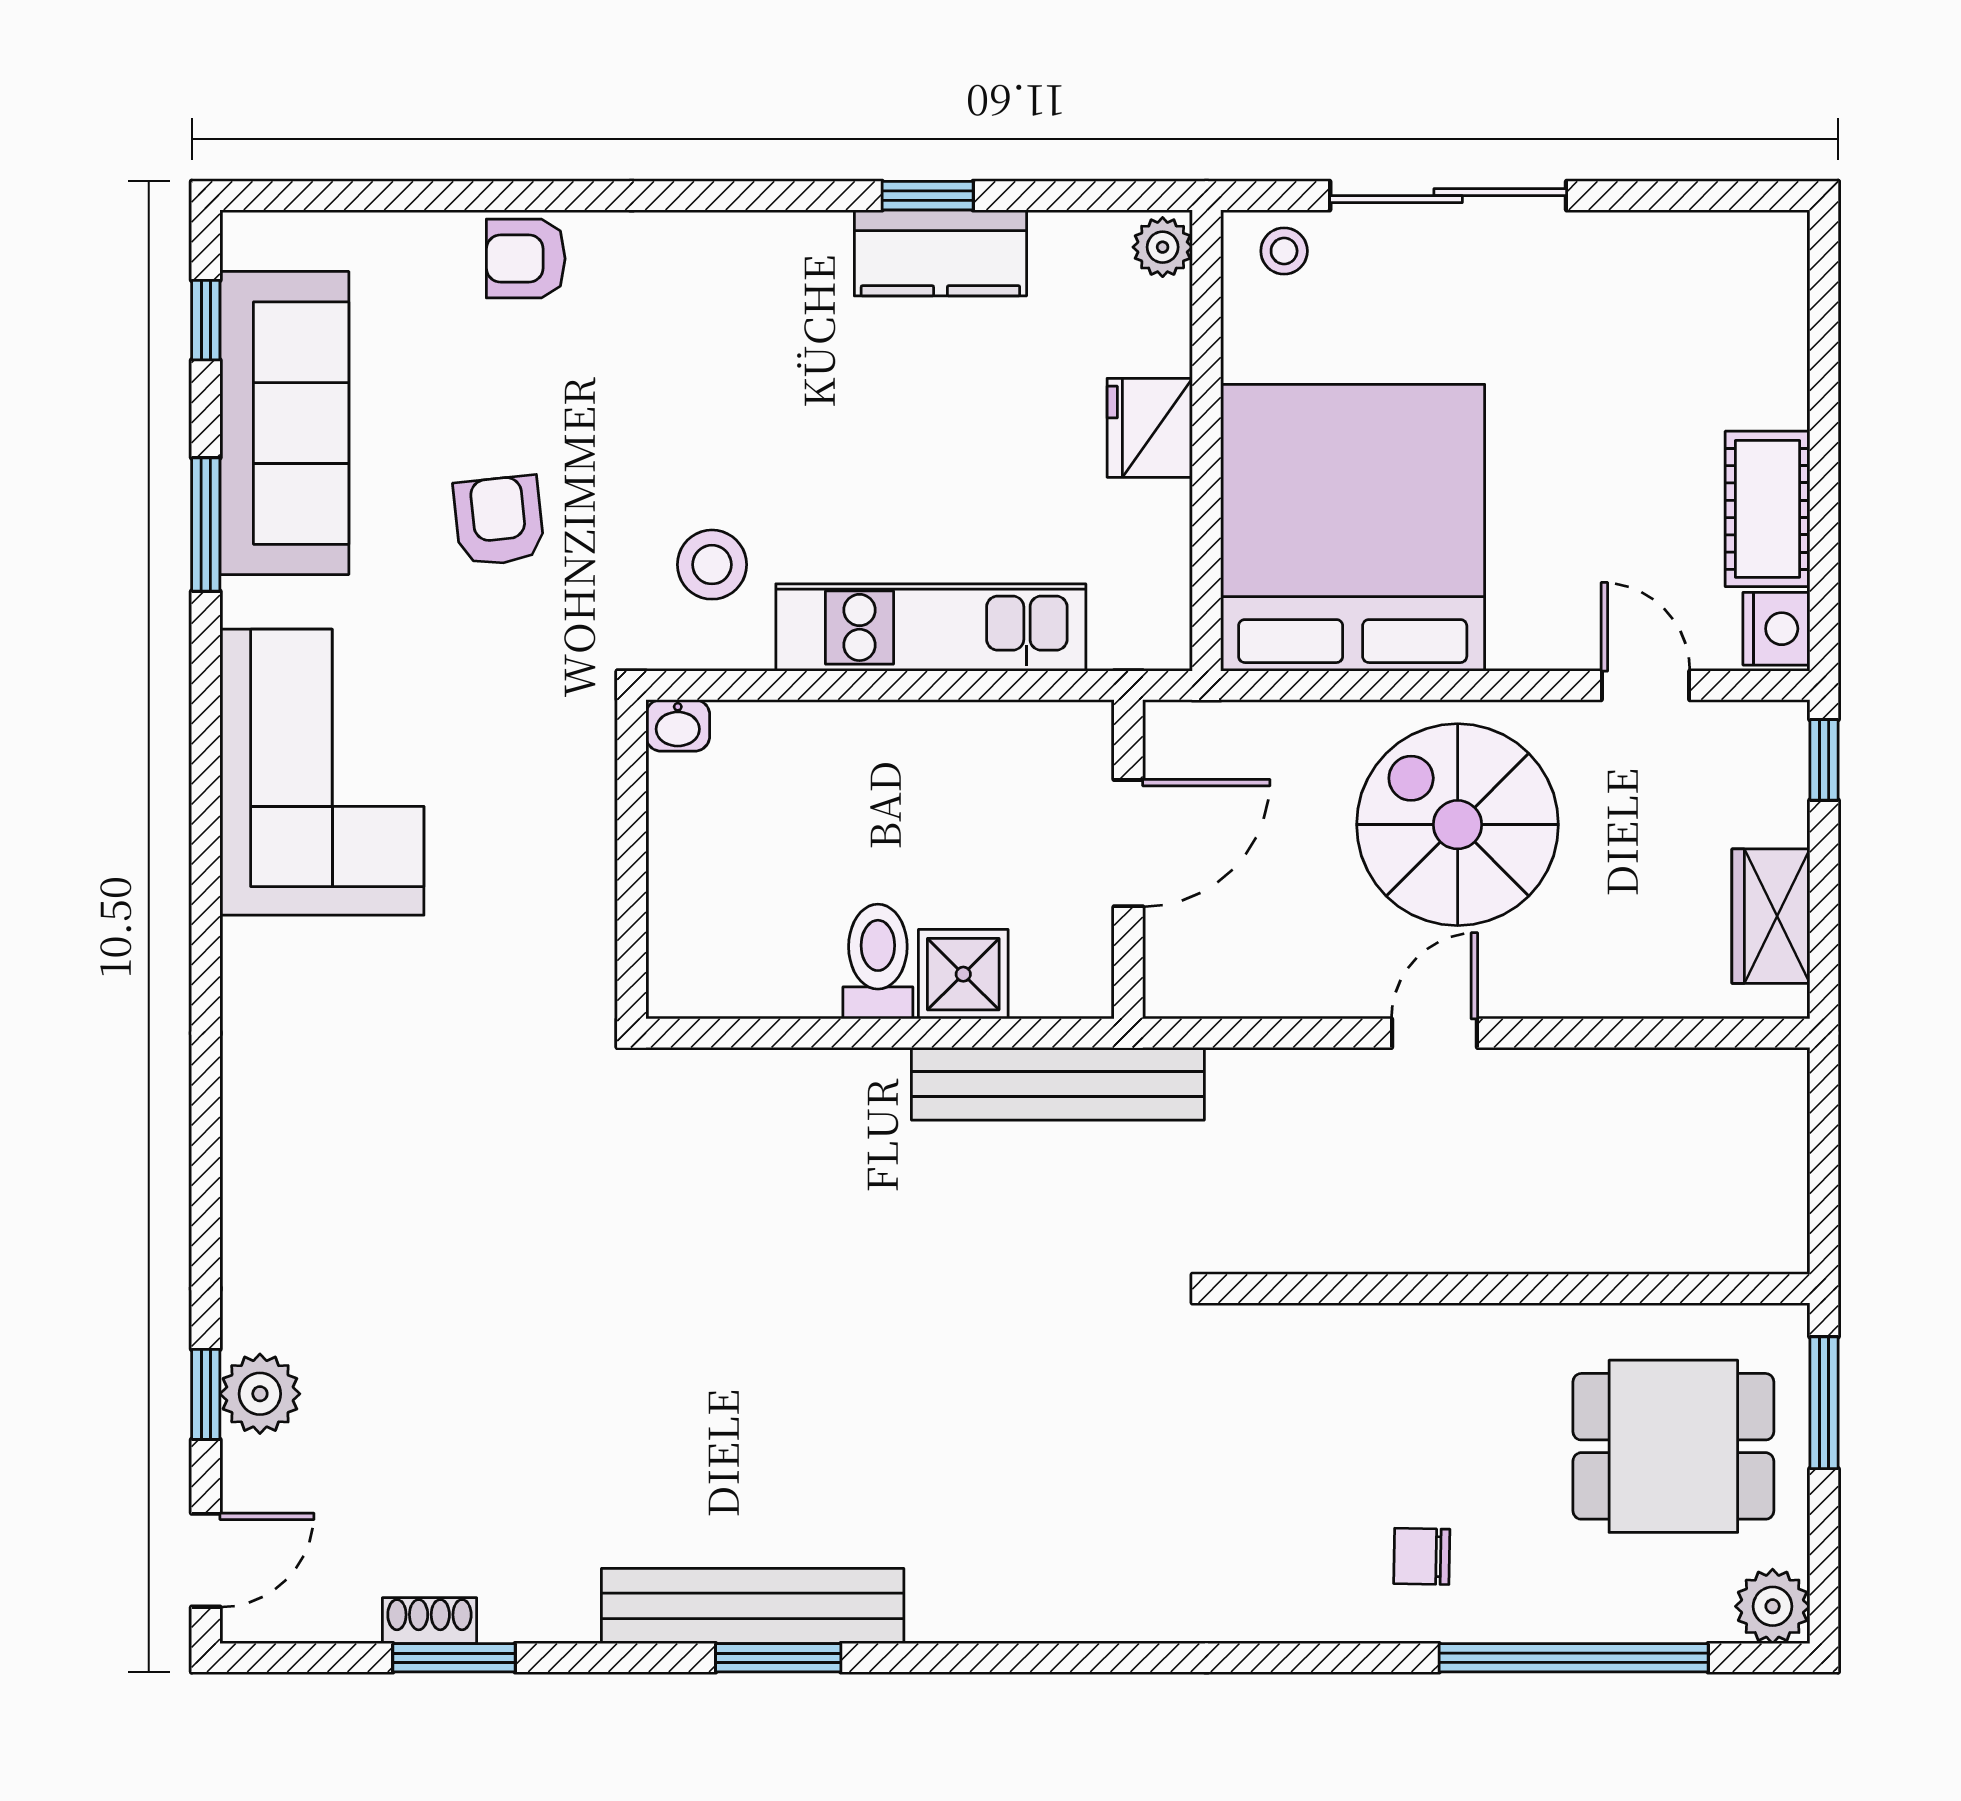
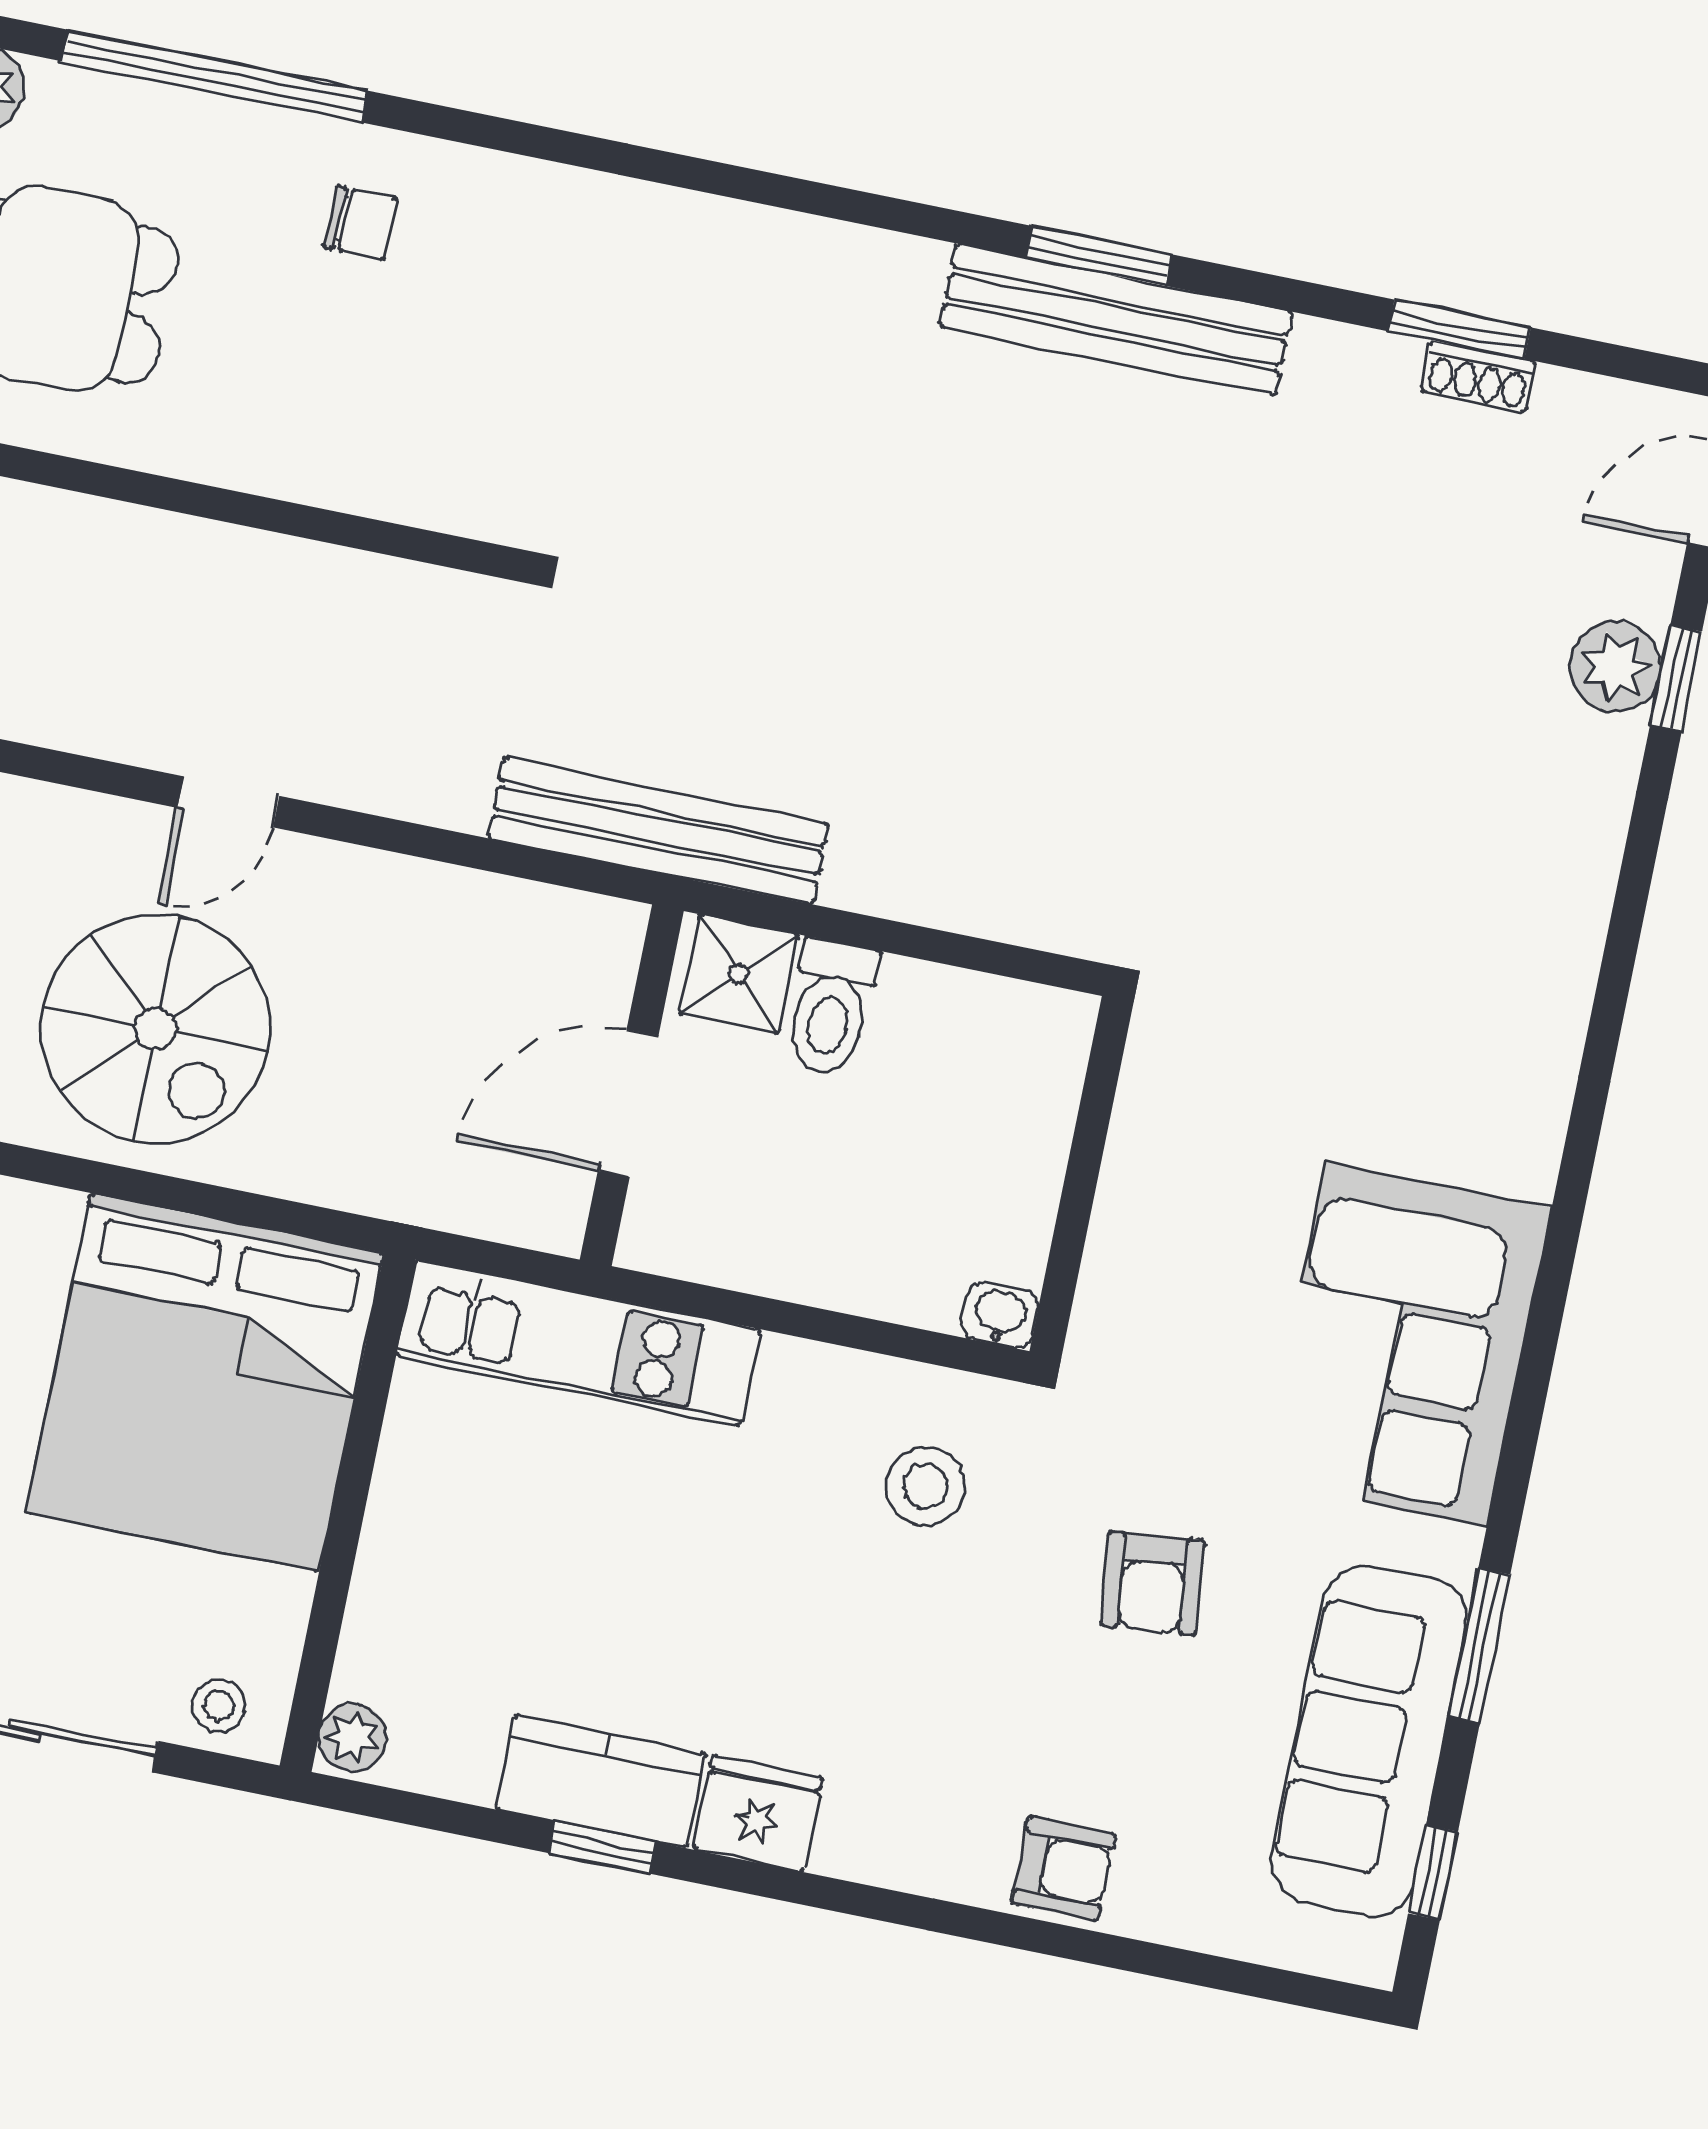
fridge: (1150, 428) -> (758, 1813), moved, turned -90
kitchen unit: (931, 627) -> (578, 1343), moved
door: (1128, 843) -> (628, 1103), moved
wall: (1128, 859) -> (632, 1085), moved

